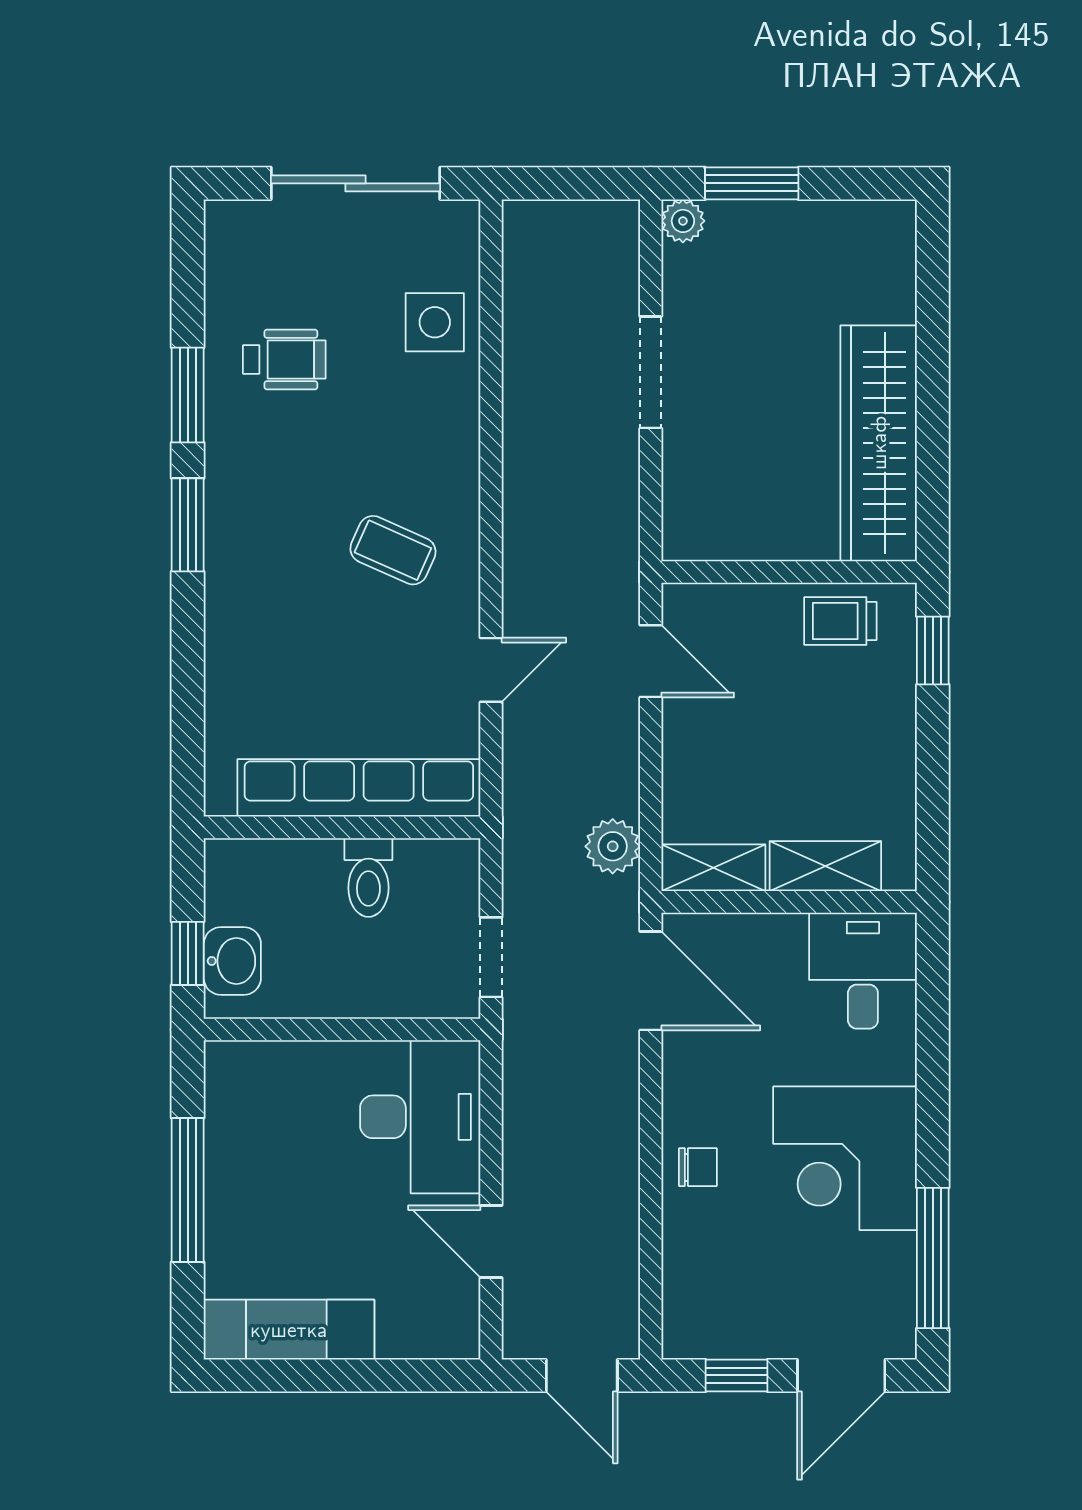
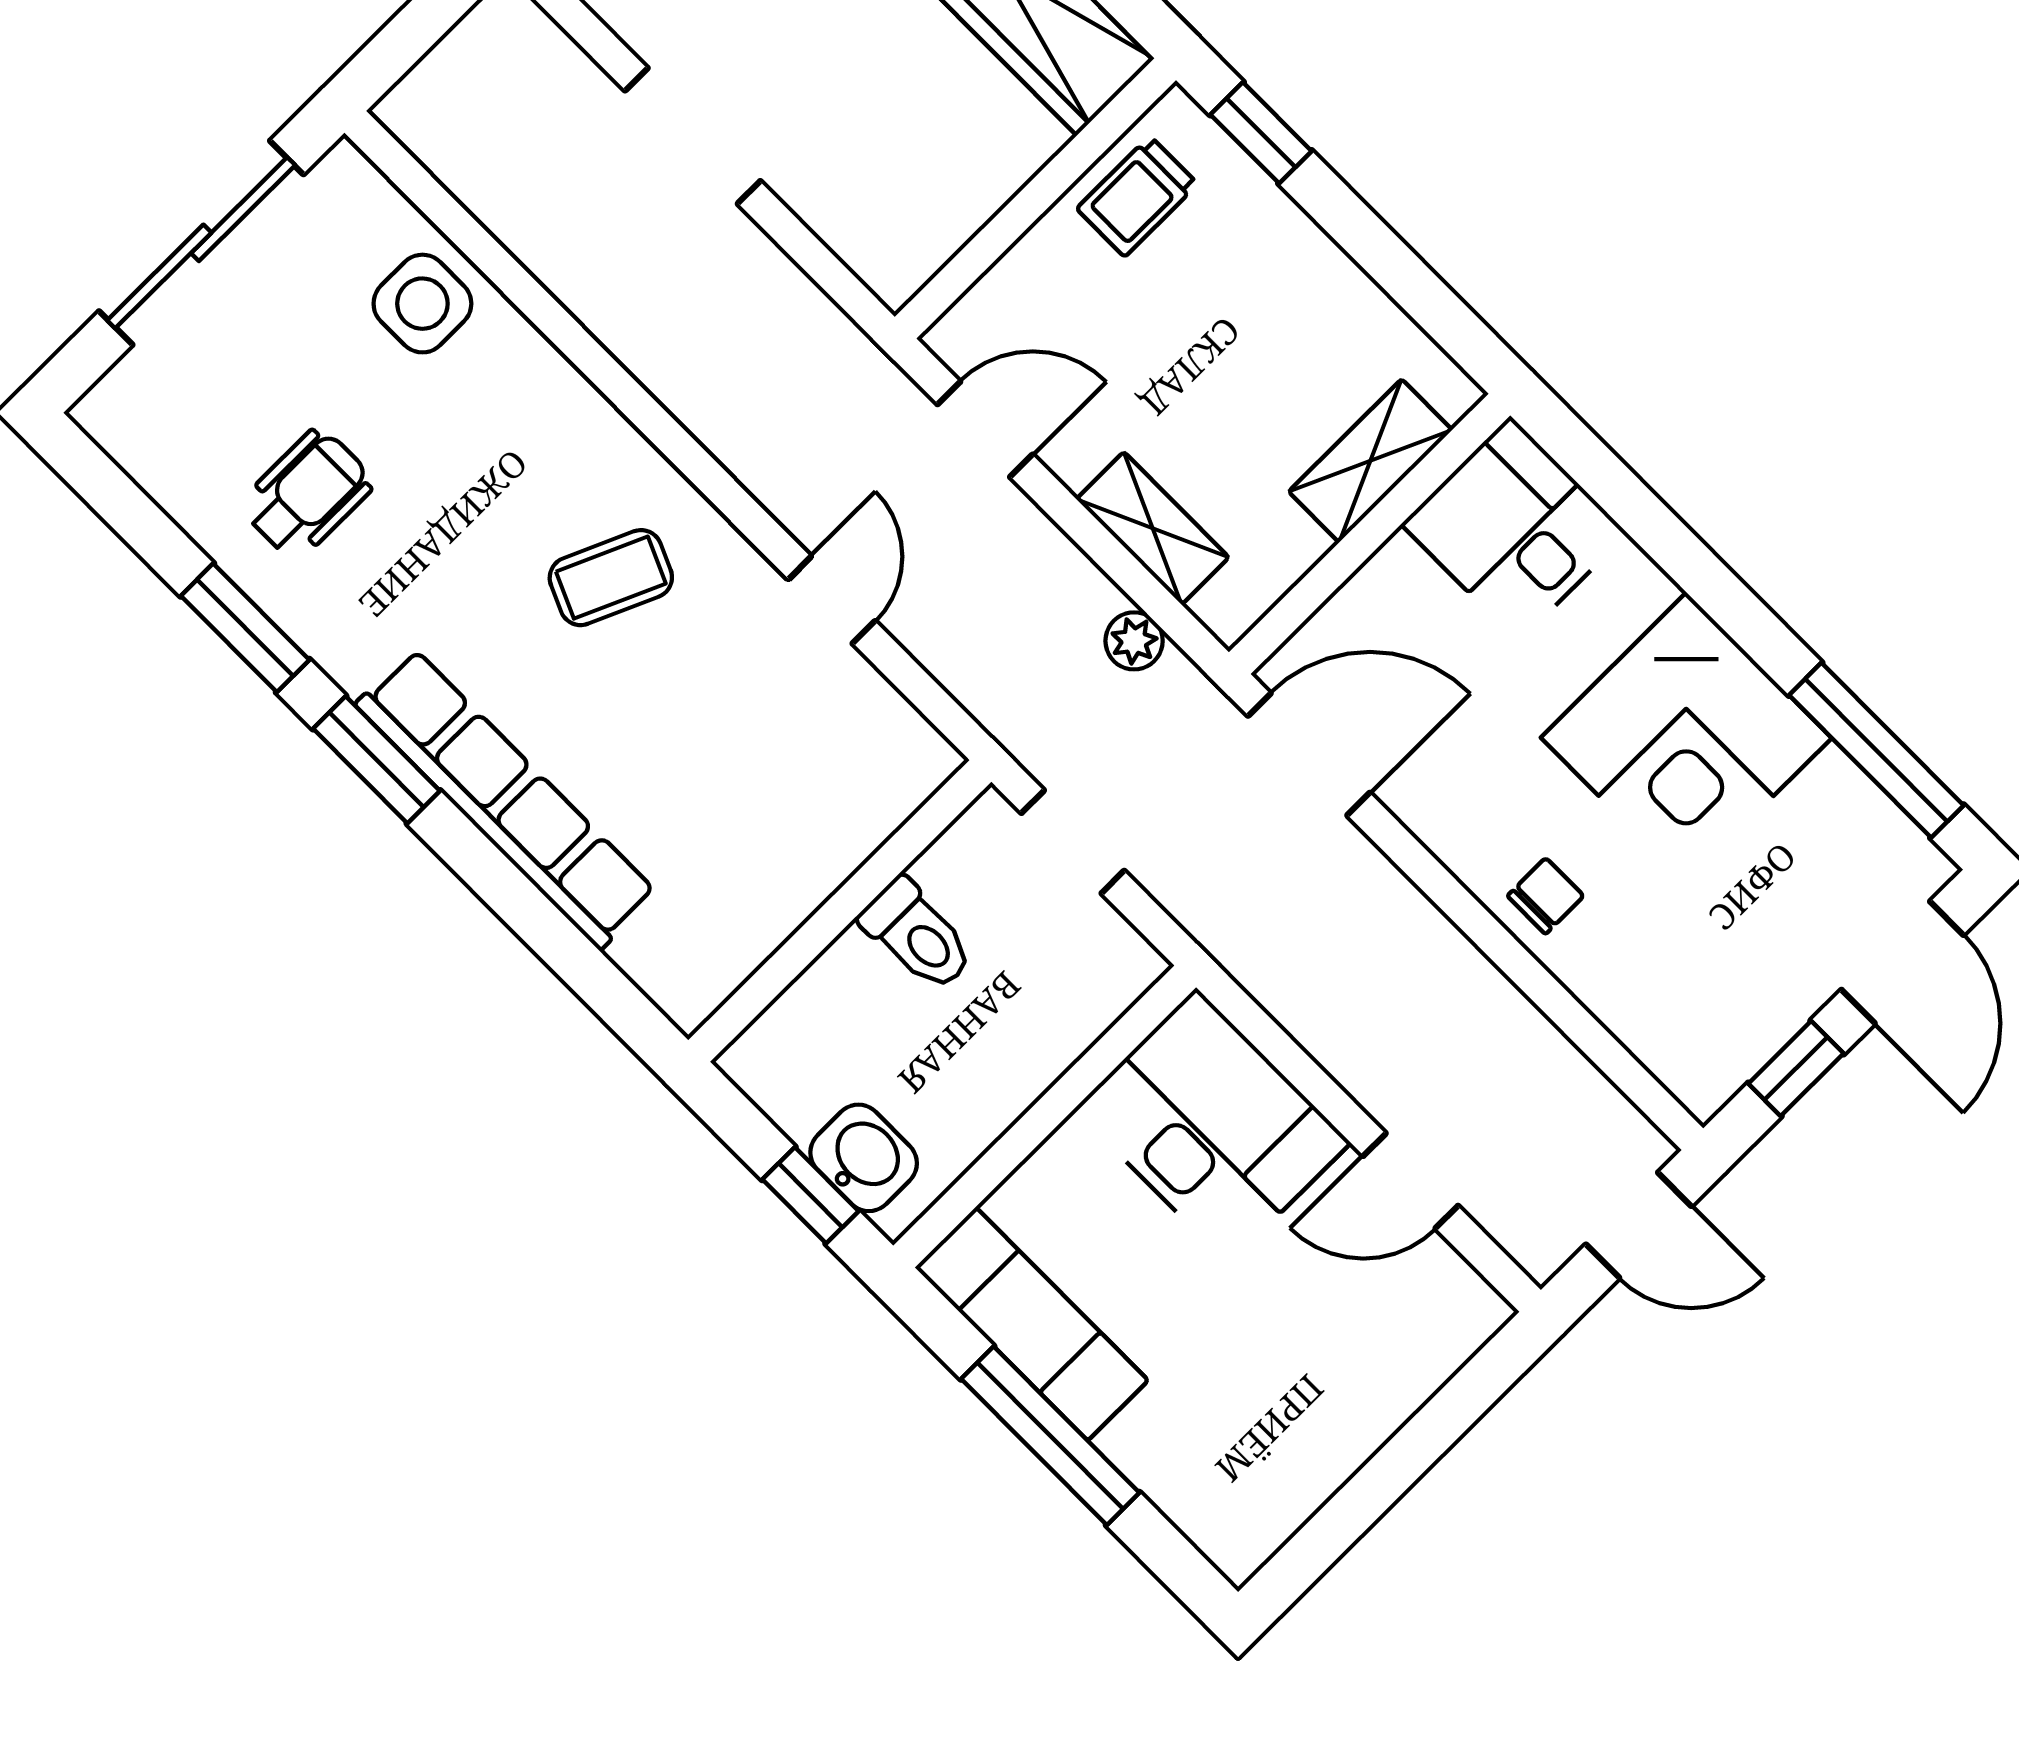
row of seats: (359, 788) -> (506, 799), moved, turned 90
plant: (613, 846) -> (1134, 641), width x0.73, depth x0.73
shelving: (713, 868) -> (1153, 528), moved, turned 90
doorway: (491, 957) -> (1073, 842), moved
exam couch: (289, 1330) -> (1032, 1324), moved, turned 90

